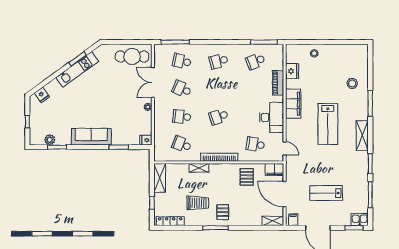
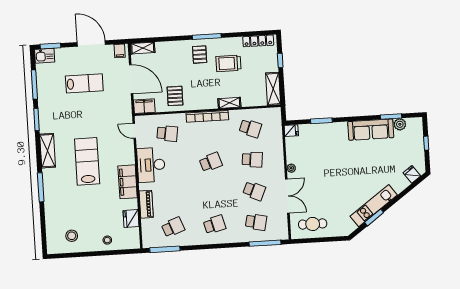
cafe table: (132, 56) -> (313, 224), width x0.73, depth x0.74
stool: (352, 83) -> (72, 236), moved
sofa: (91, 137) -> (371, 130), moved

